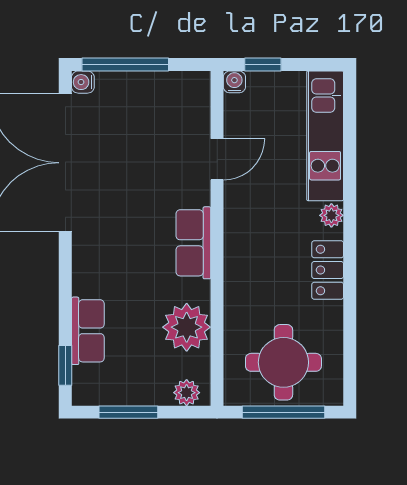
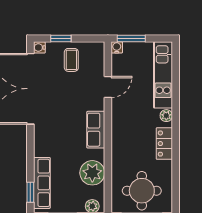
window: (125, 64) -> (61, 39), width x0.46
window: (263, 64) -> (131, 39), width x1.50
coffee table: (146, 106) -> (71, 60), added
row of seats: (88, 331) -> (42, 183), width x1.48

